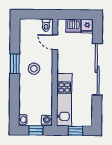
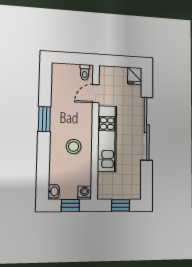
dishwasher: (73, 26) -> (118, 75), removed
door: (55, 42) -> (96, 94), hinge flipped
stool: (34, 69) -> (74, 146), moved
kitchen unit: (64, 100) -> (107, 139), moved

